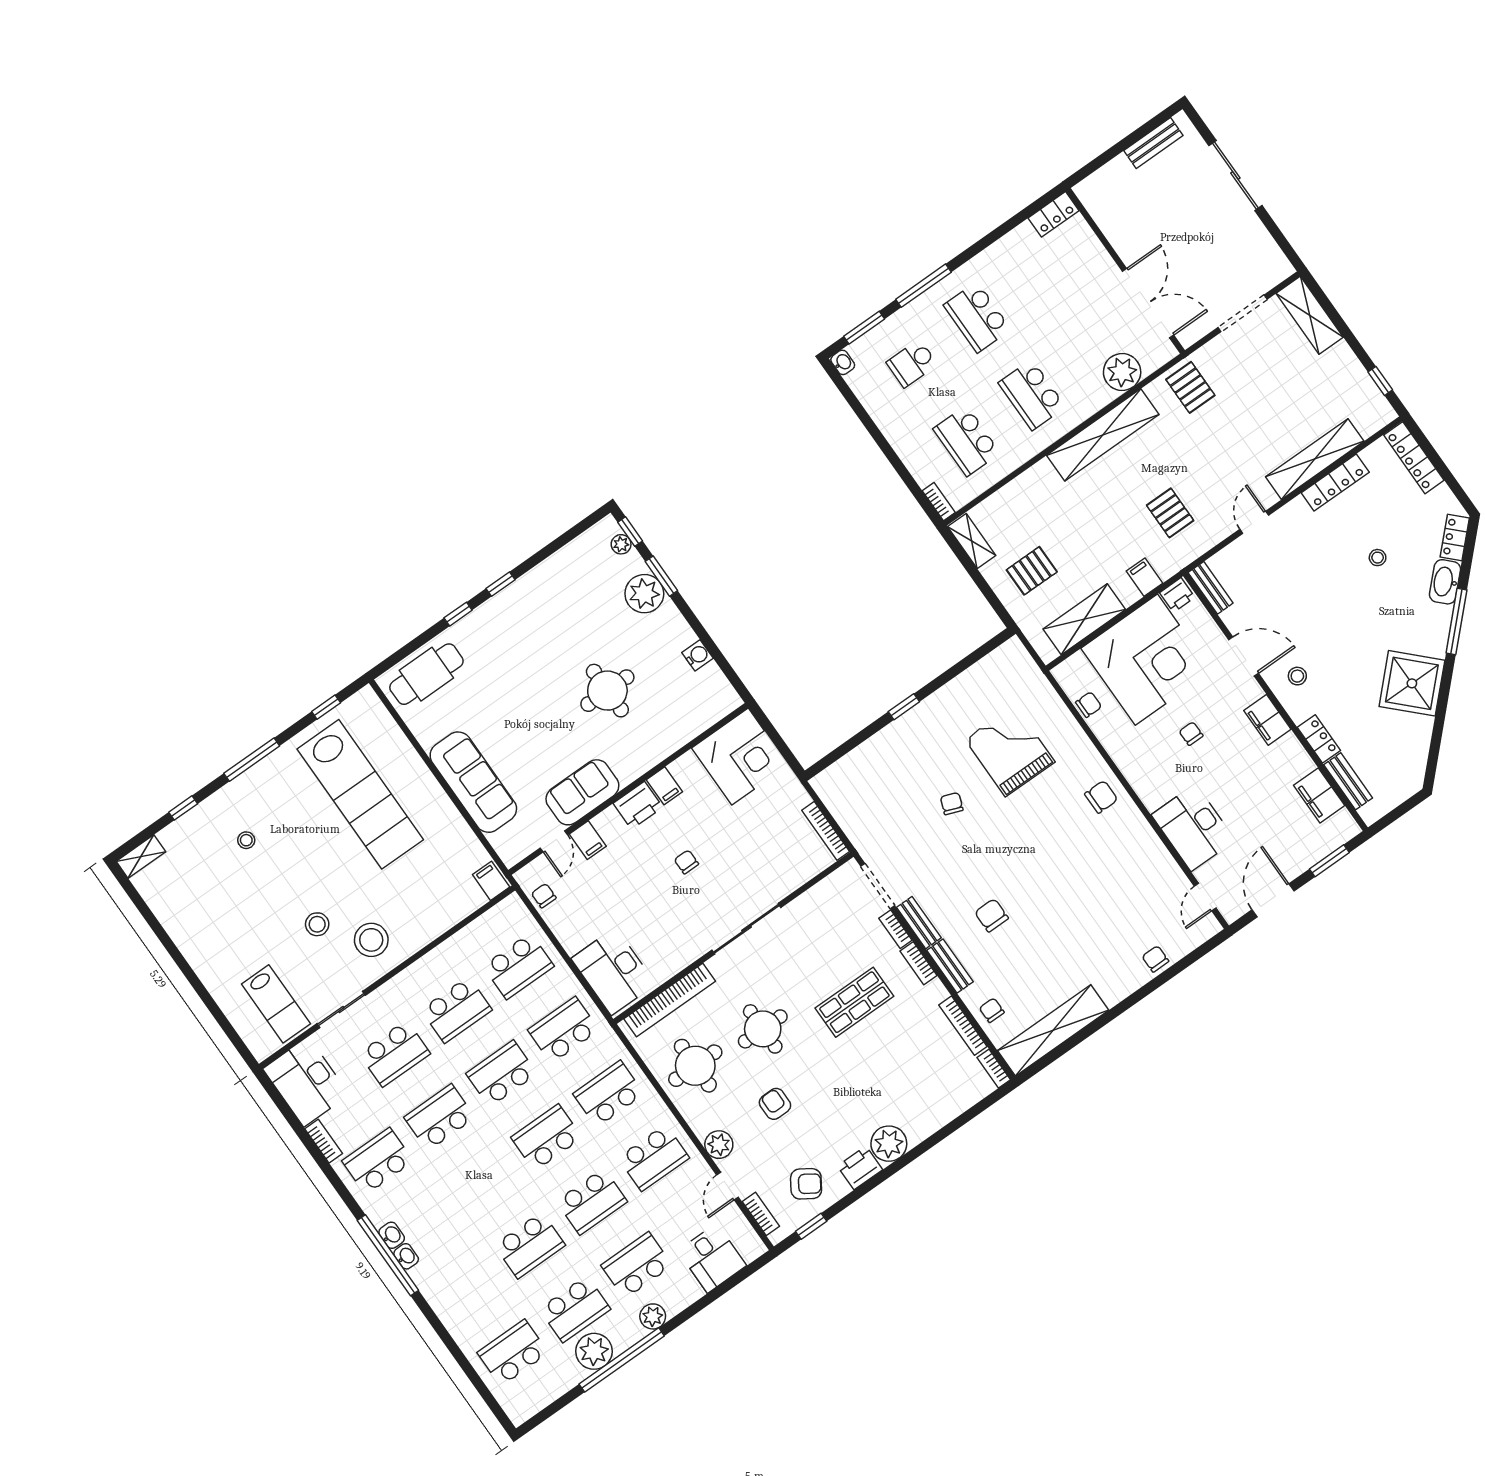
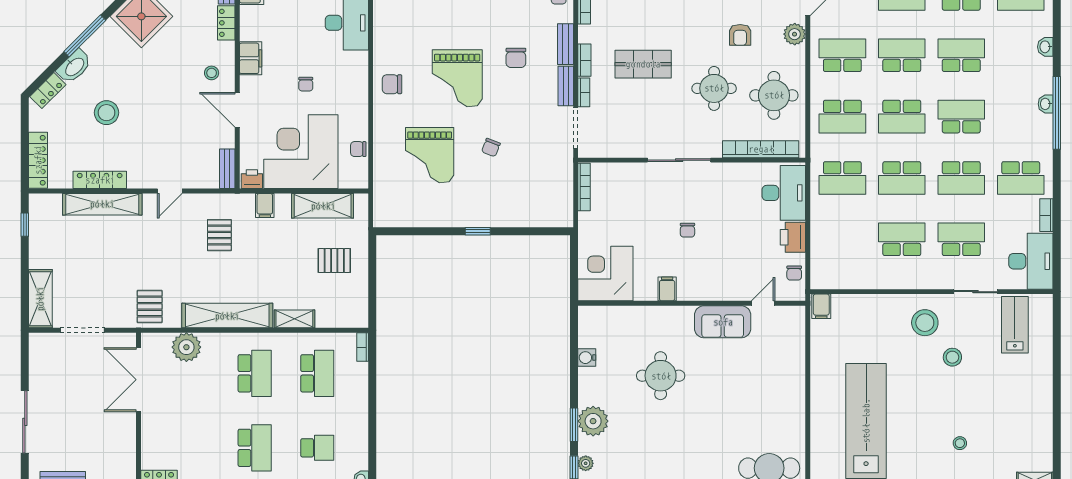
shelving: (972, 541) -> (294, 319), moved, turned 90
stool: (1378, 558) -> (106, 113), width x1.89, depth x1.89
sofa: (473, 782) -> (788, 378), removed
printer: (638, 805) -> (793, 237), moved, turned -90
filing cabinet: (588, 840) -> (741, 289), removed
grand piano: (1038, 851) -> (457, 78), added
school desk: (518, 966) -> (961, 117), moved
washbasin: (392, 1235) -> (1045, 47), moved

